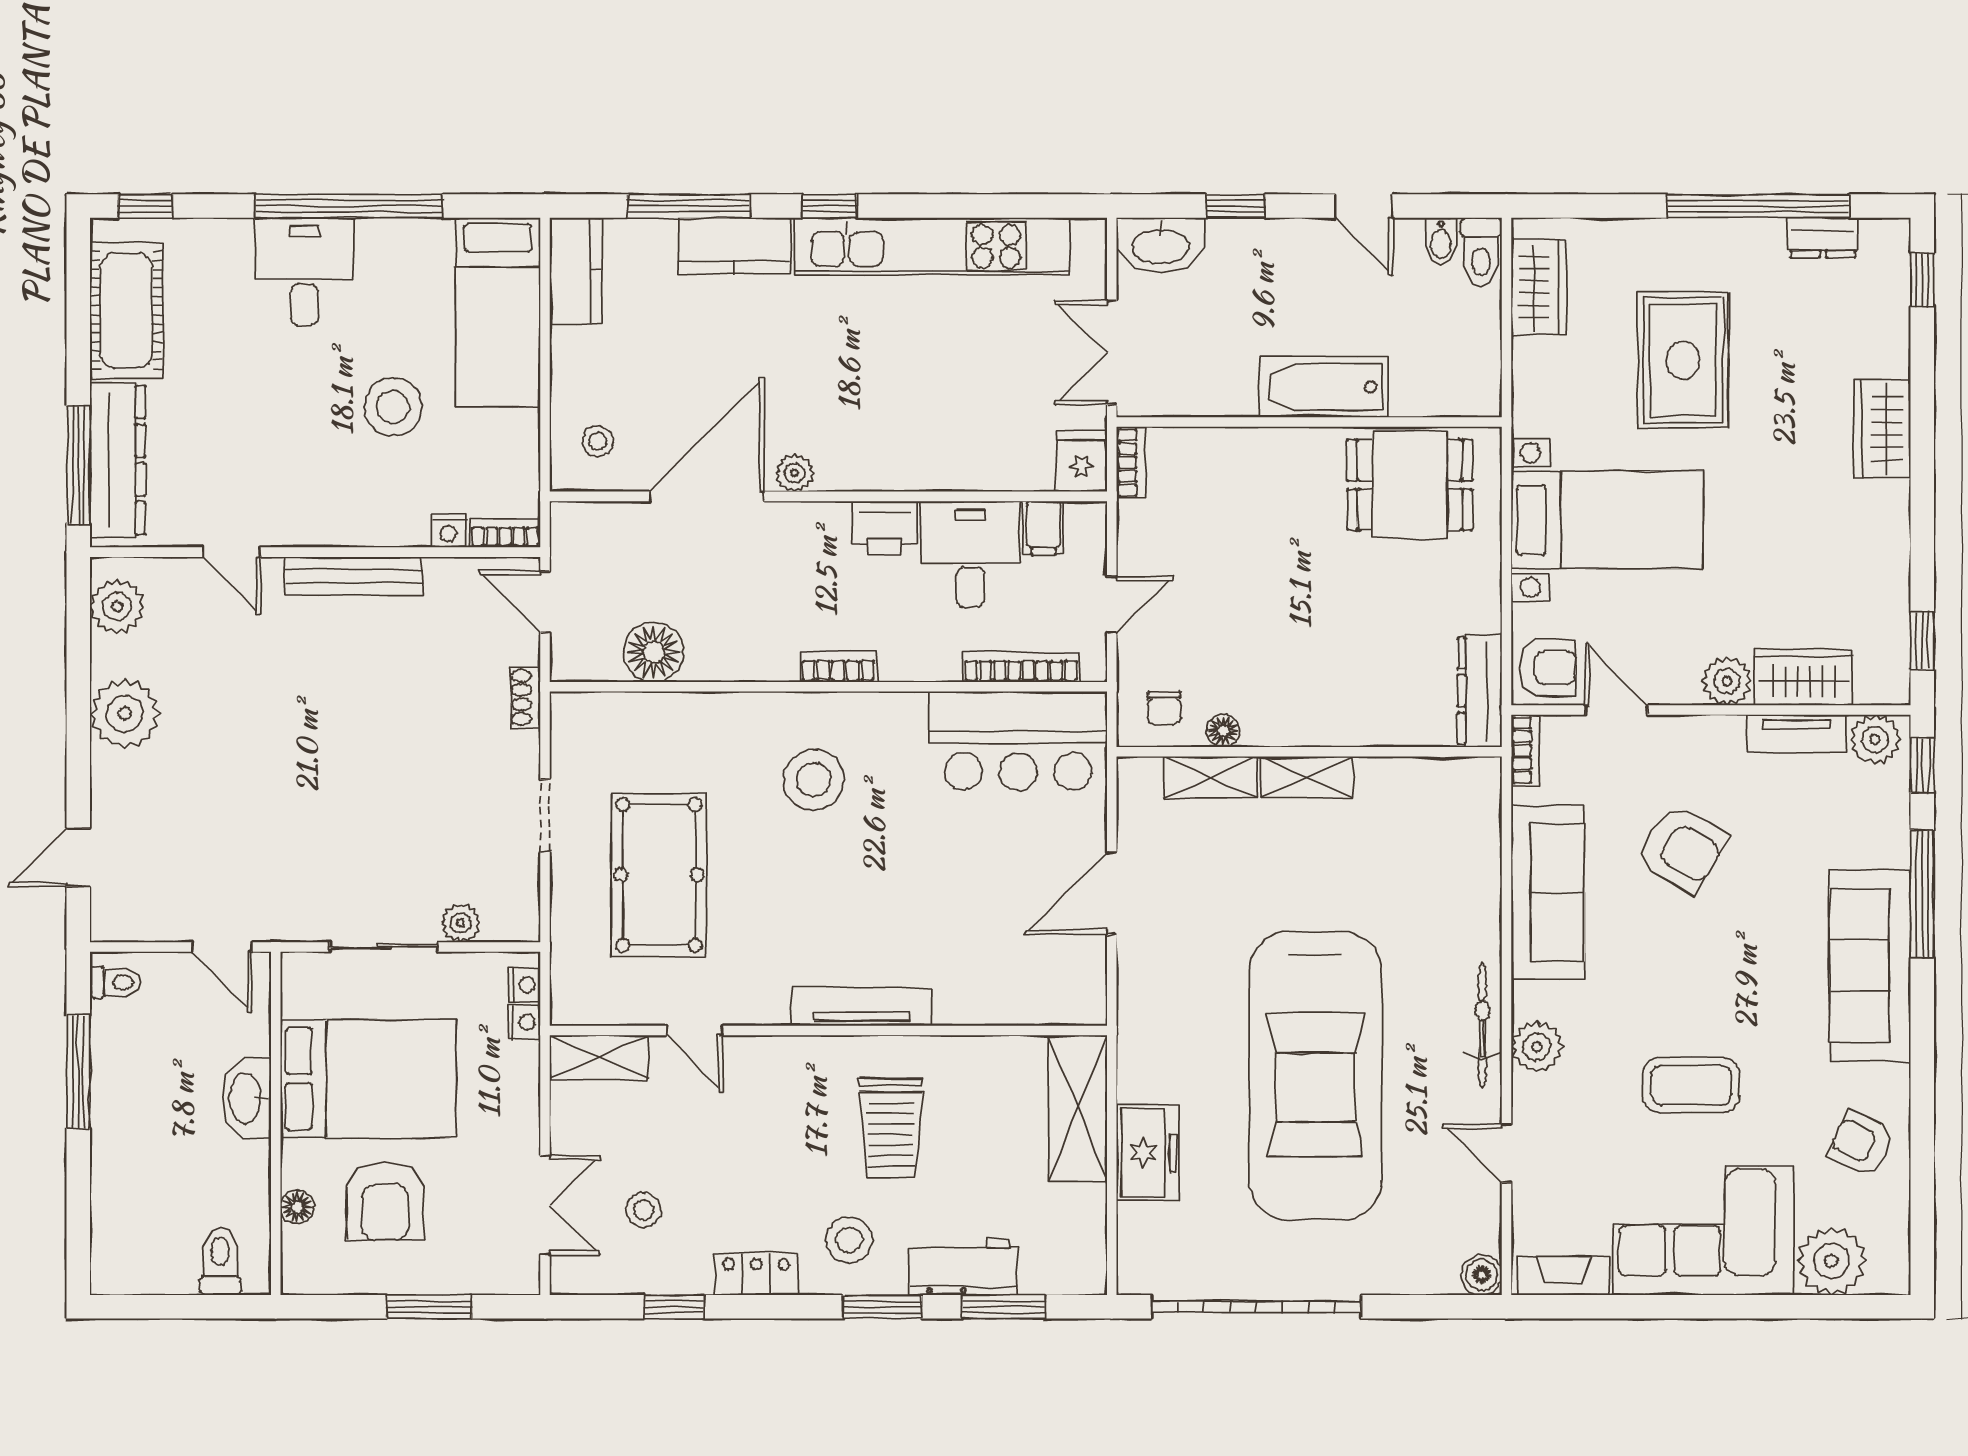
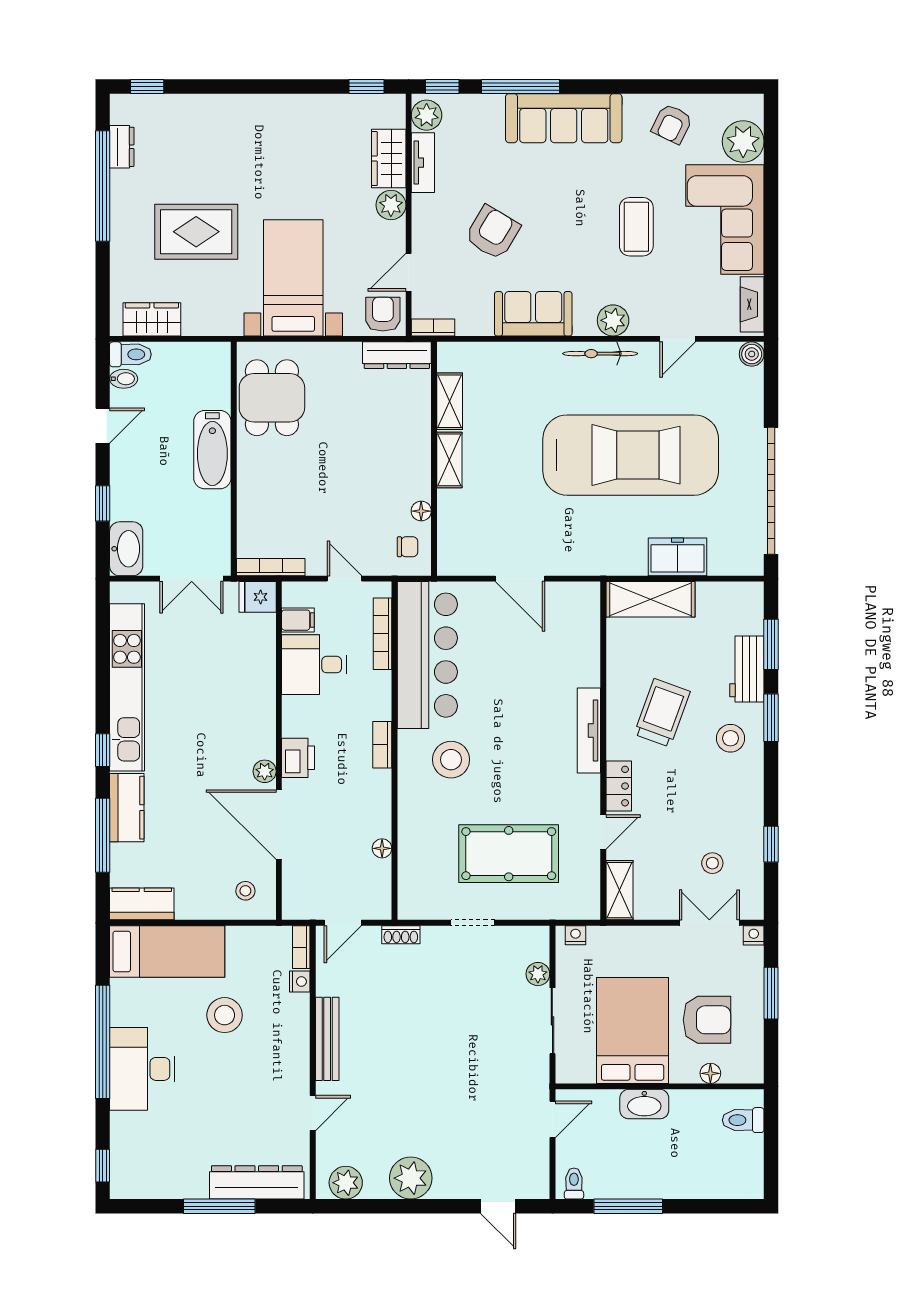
desk: (304, 271) -> (142, 1069), width x1.37
cot: (126, 310) -> (166, 1177), removed
wardrobe: (1882, 429) -> (238, 111), removed
bookcase: (1131, 463) -> (271, 567), width x1.56
window: (78, 465) -> (219, 1206), moved
printer: (885, 528) -> (298, 758), moved
floor lamp: (654, 652) -> (382, 848), width x0.53, depth x0.53
bar counter: (1018, 741) -> (427, 655), width x1.36
shelving: (1211, 778) -> (450, 401), moved
sofa: (1548, 892) -> (533, 314), width x0.73
nightstand: (524, 1022) -> (754, 935), moved
trolley: (891, 1127) -> (662, 713), turned -70
locker: (756, 1274) -> (619, 786), moved, turned 180

